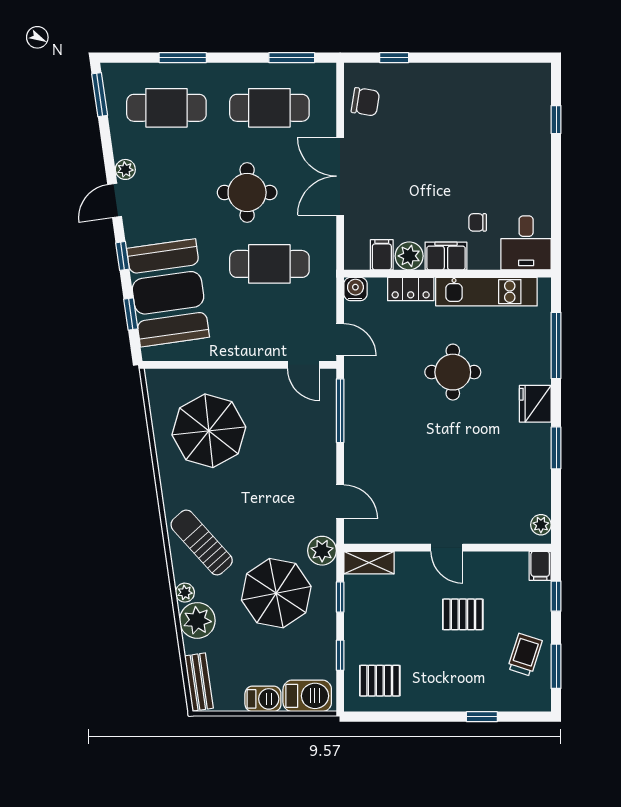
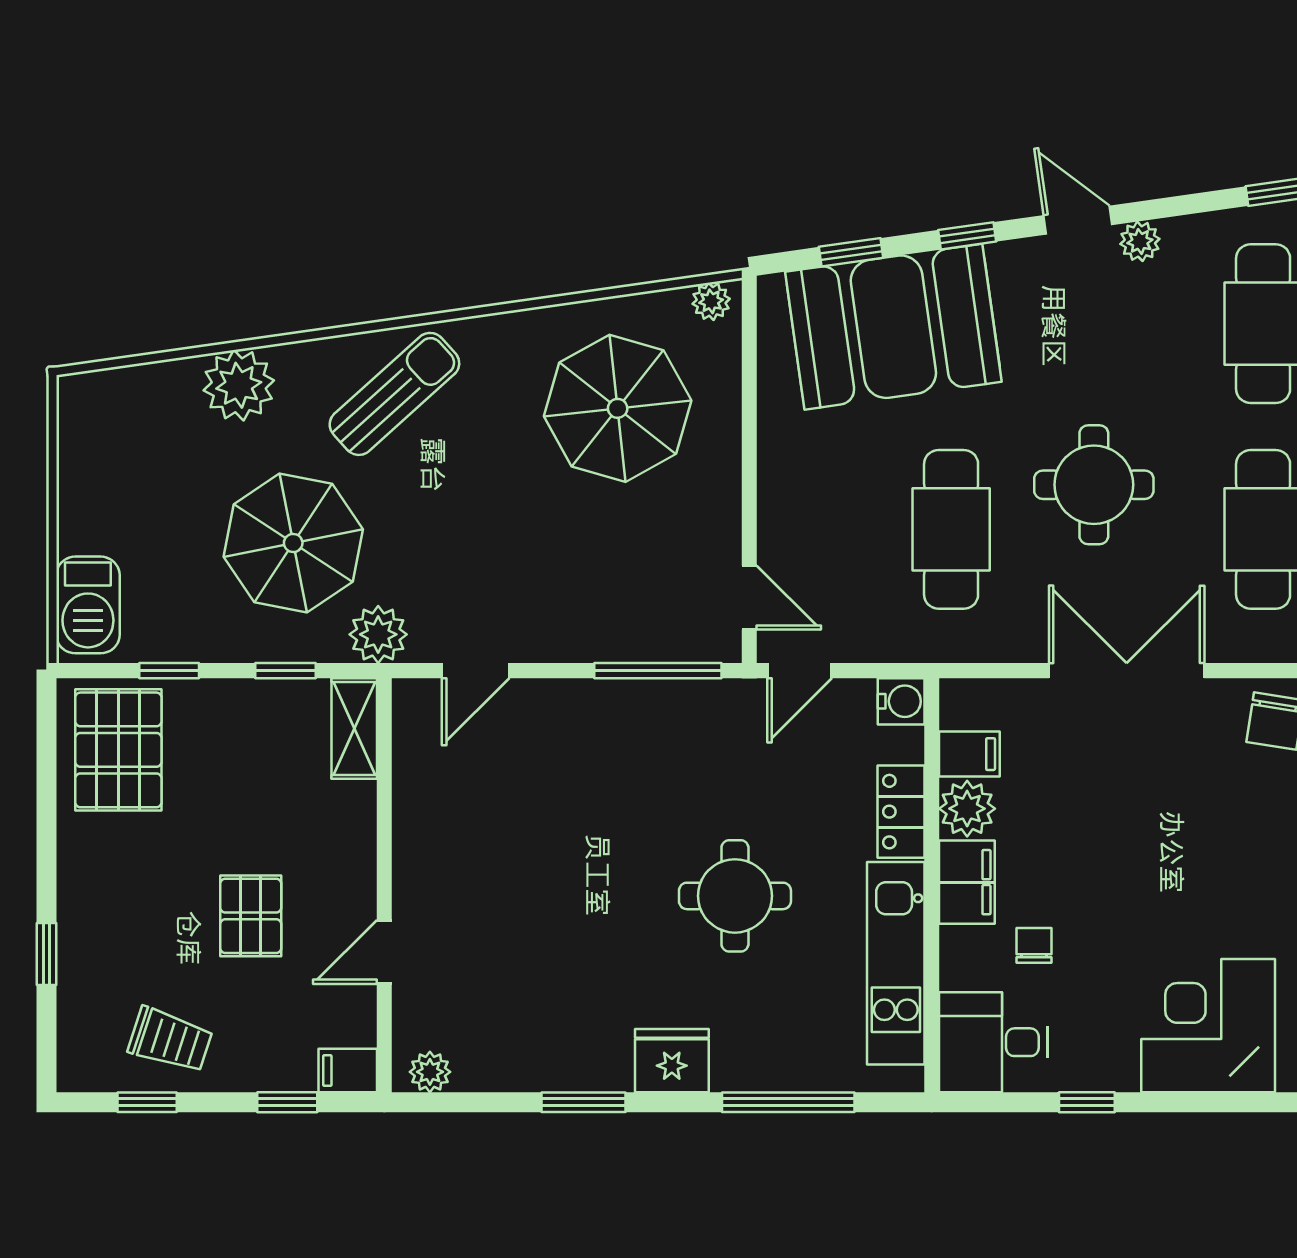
window: (556, 120) -> (1087, 1102), moved
corner desk: (518, 135) -> (1208, 1026), added
door: (304, 365) -> (749, 598), swing flipped
door: (447, 548) -> (384, 952), moved
plant: (185, 593) -> (711, 301), moved
window: (556, 666) -> (147, 1102), width x0.67
pallet: (380, 681) -> (118, 750), width x1.50, depth x1.42
bench: (199, 682) -> (116, 388), removed
barbecue: (263, 699) -> (82, 517), removed

